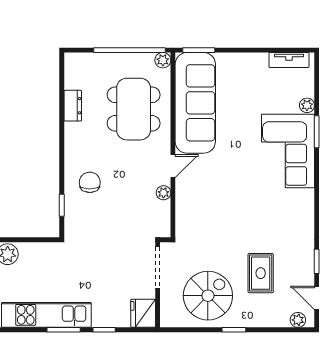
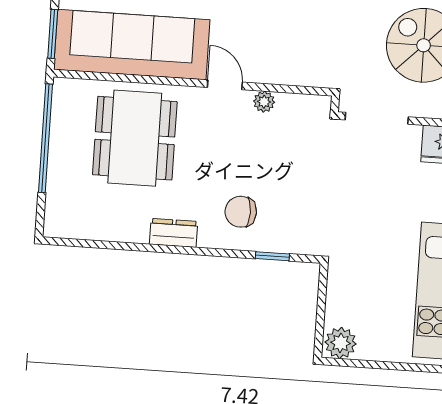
plant: (163, 60) -> (64, 89), removed
dresser: (73, 106) -> (174, 233), moved
dining table: (134, 109) -> (135, 138), turned 90

